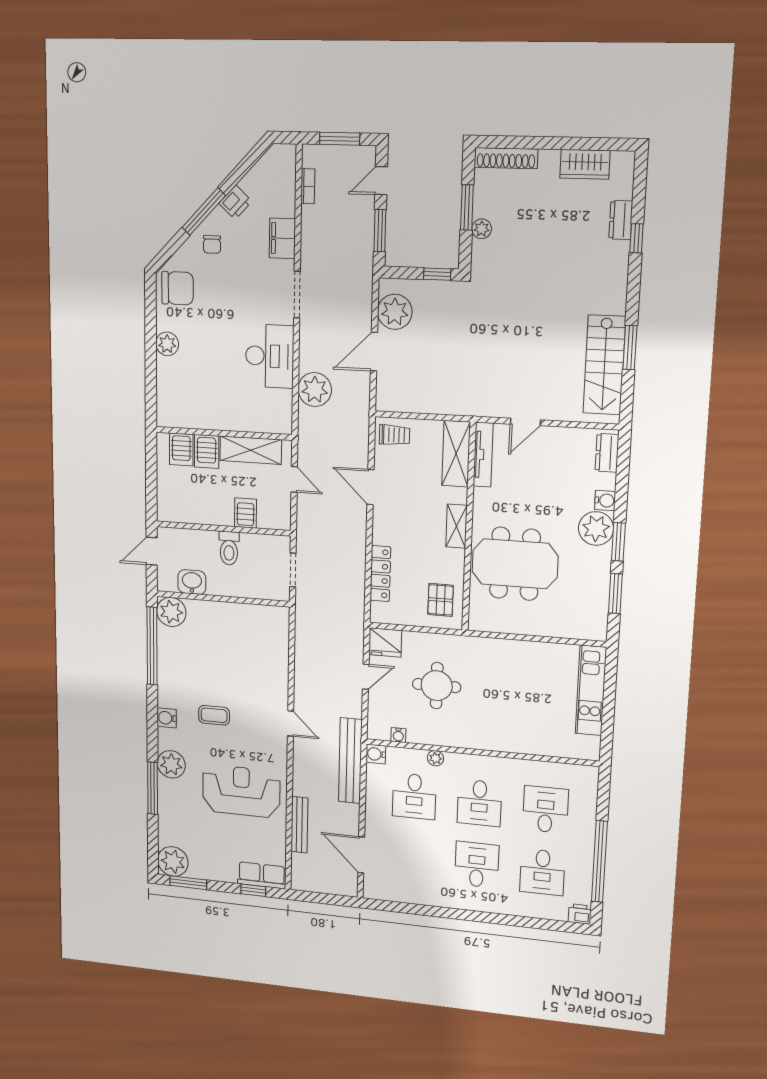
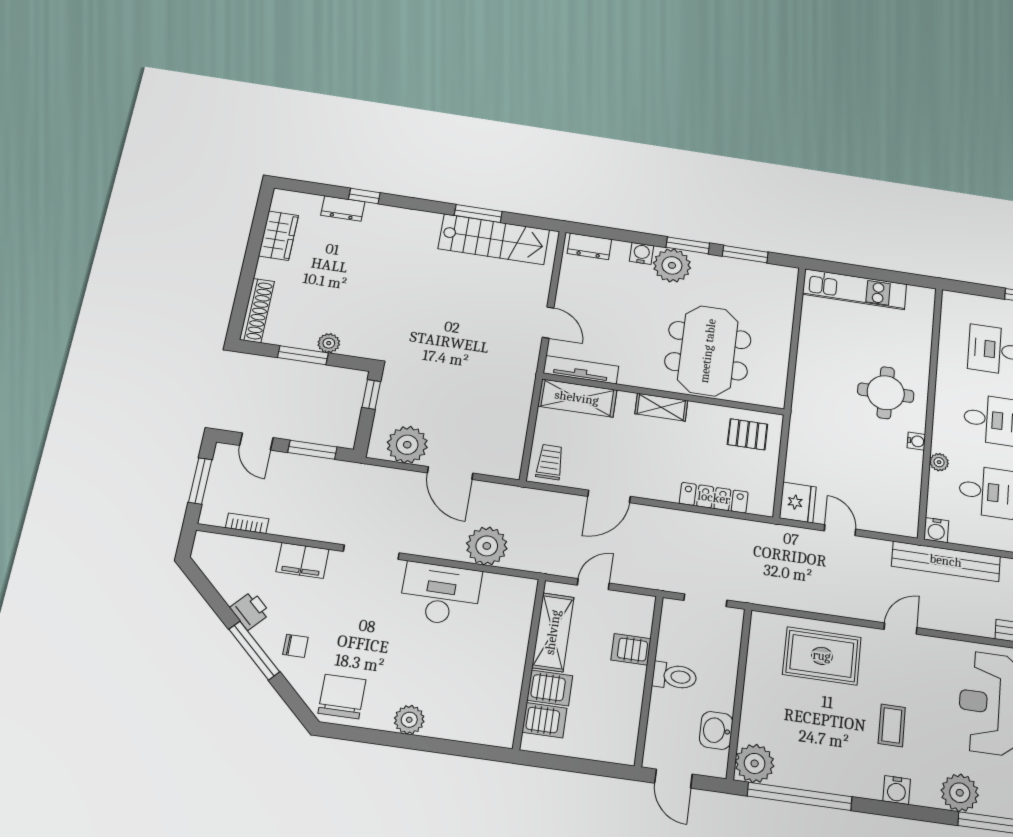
rug: (260, 662) -> (822, 656), added
round table: (437, 686) -> (886, 393), moved
water cooler: (398, 735) -> (916, 441), moved

